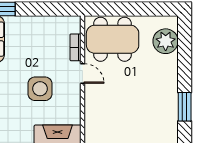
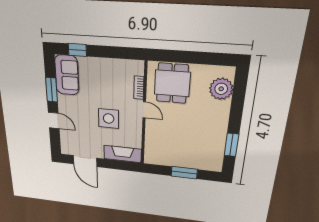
dining table: (113, 39) -> (172, 83), width x0.73

